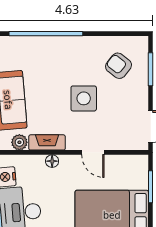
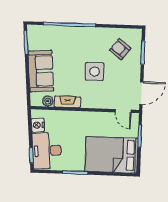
door: (93, 152) -> (123, 111), moved
floor lamp: (52, 161) -> (71, 115), removed

